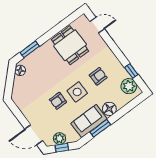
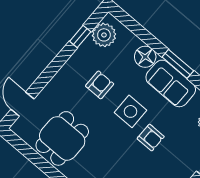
armchair: (98, 76) -> (100, 85), turned 90

